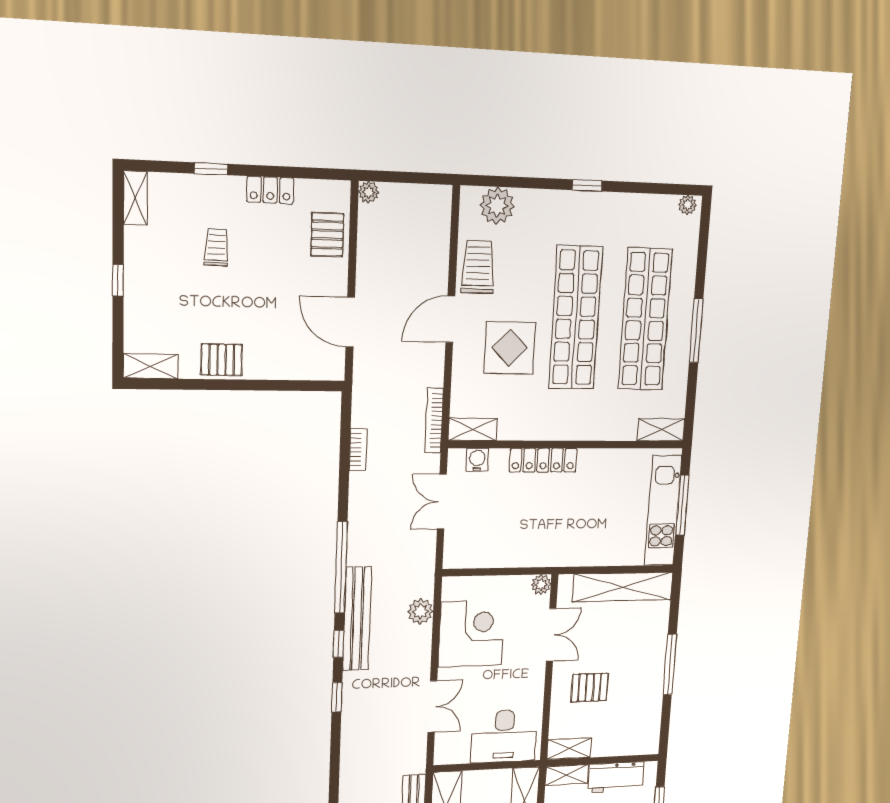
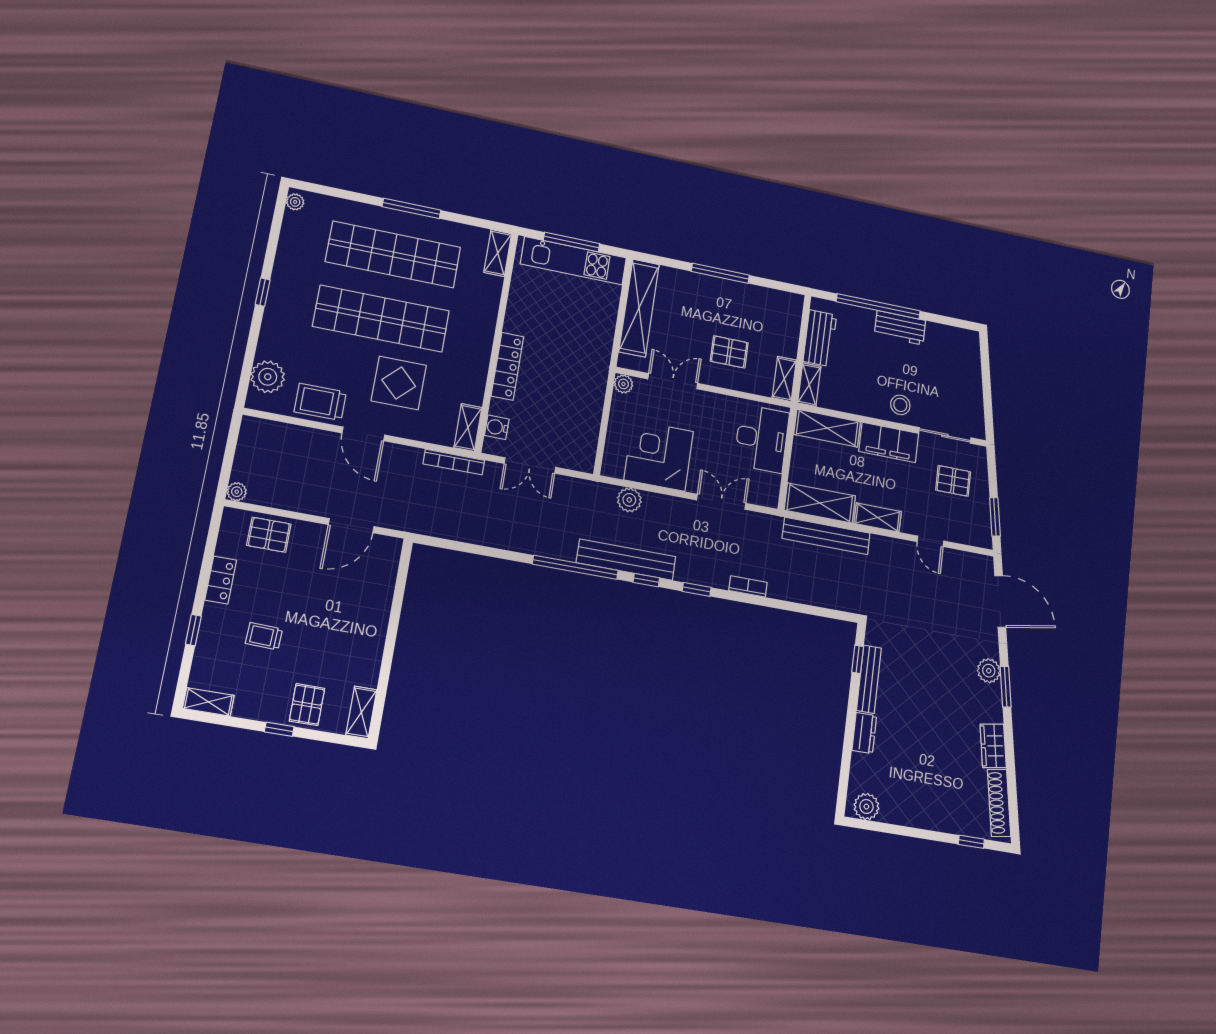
pallet: (222, 360) -> (307, 705), moved
bookcase: (358, 450) -> (748, 586), moved
pallet: (589, 688) -> (729, 352), turned 90

